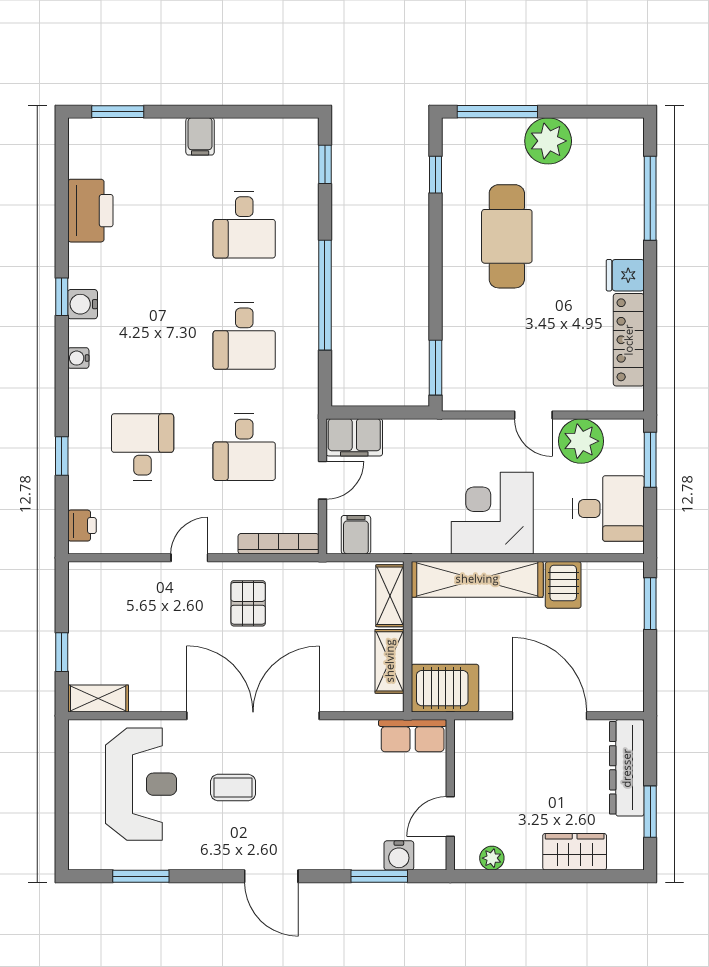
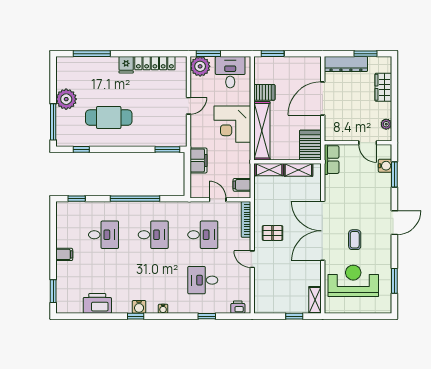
filing cabinet: (354, 437) -> (198, 160), moved
plant: (581, 441) -> (200, 66), moved

